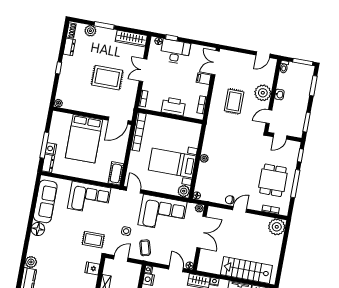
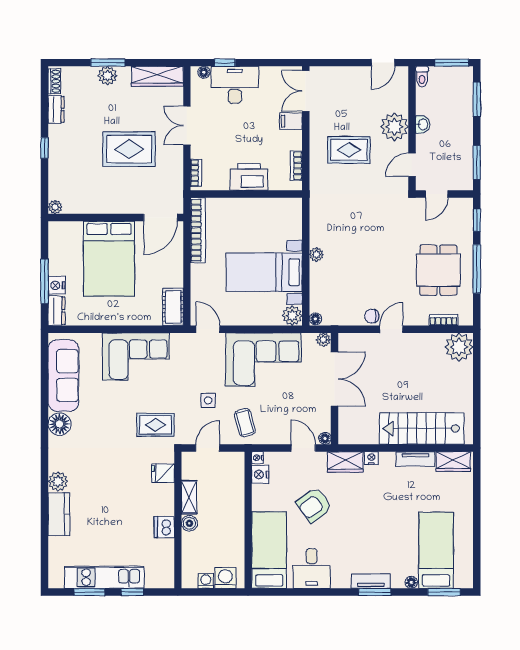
plant: (90, 31) -> (108, 76), moved
rug: (234, 101) -> (349, 150), turned 90

